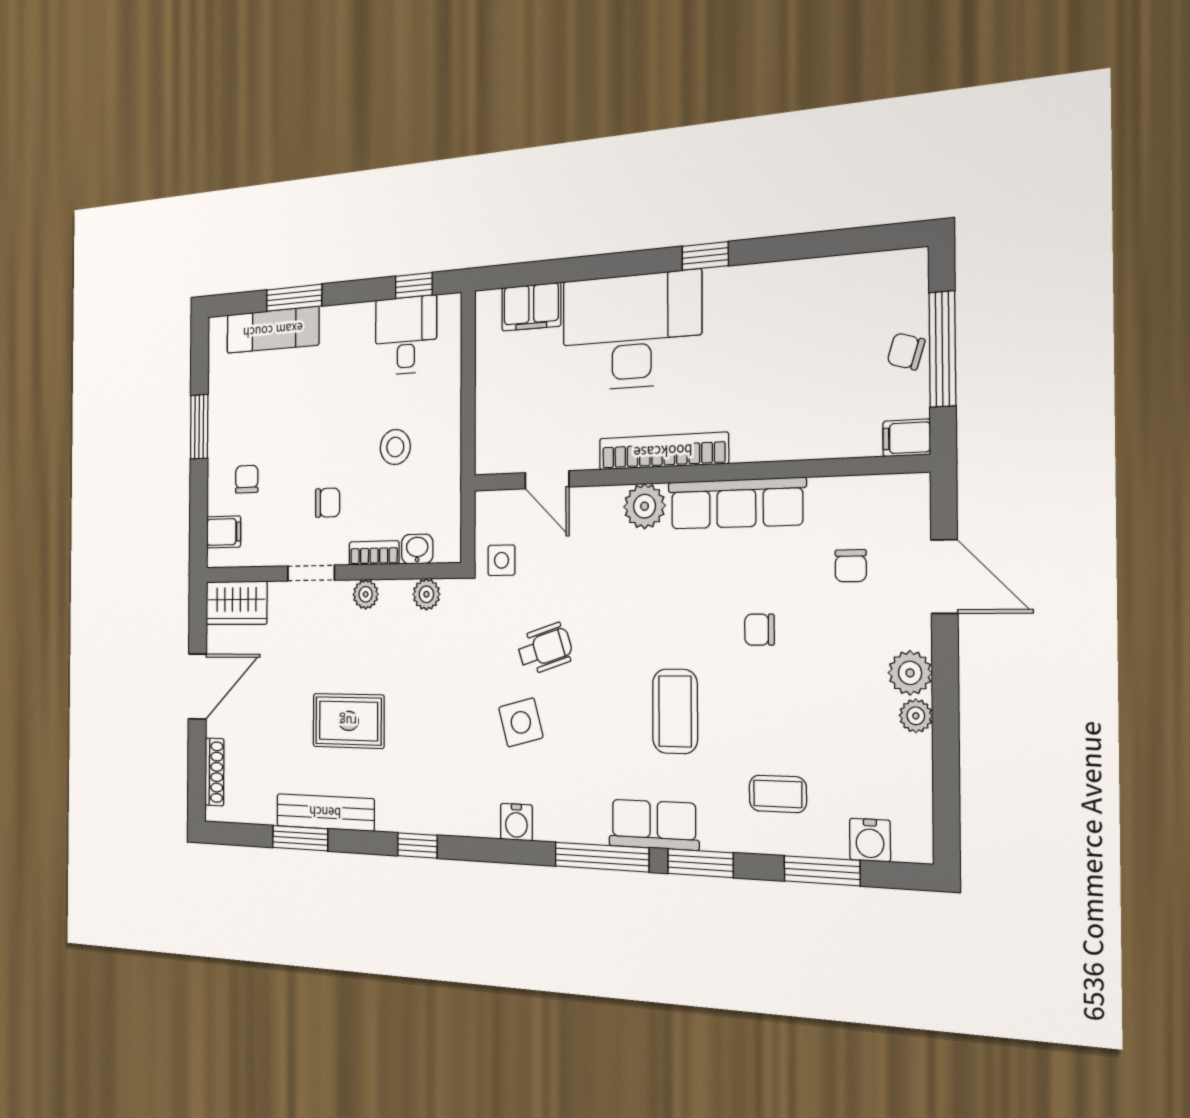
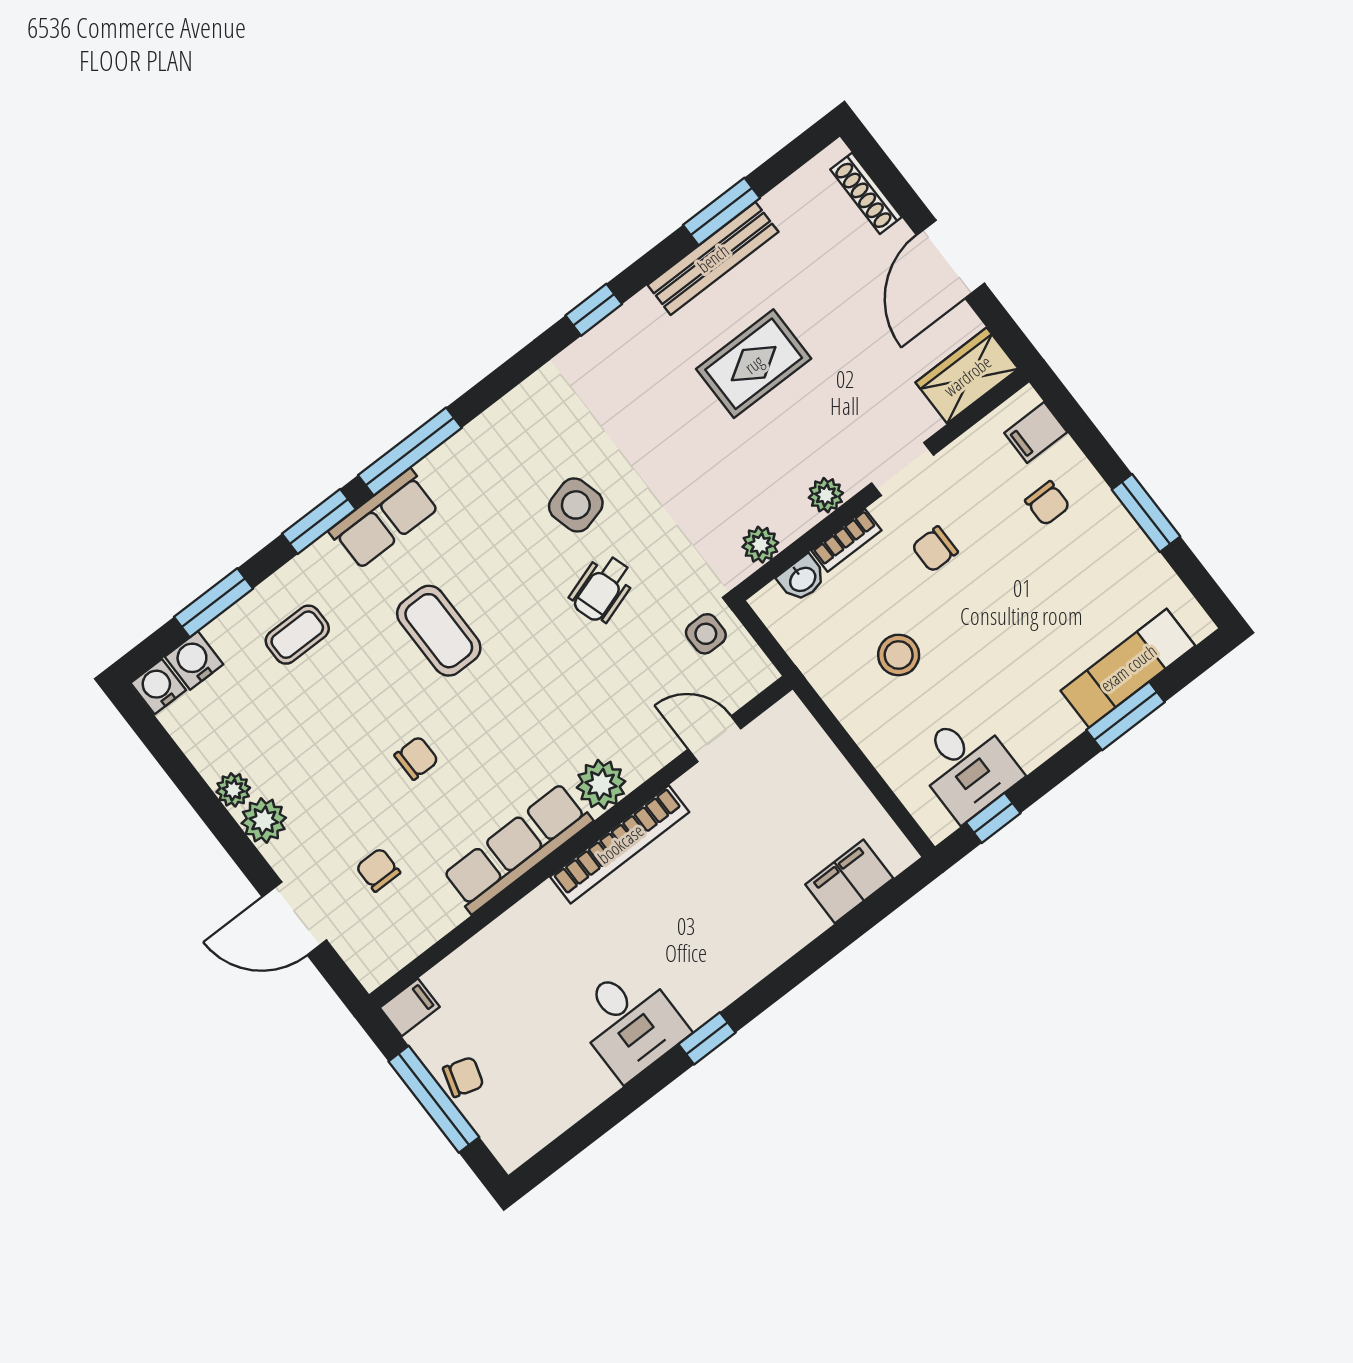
desk: (631, 331) -> (630, 1022), moved, width x0.53, depth x0.77
water cooler: (516, 822) -> (158, 687), moved

